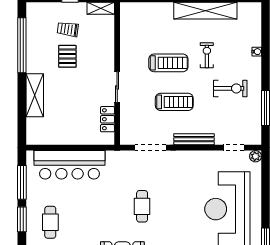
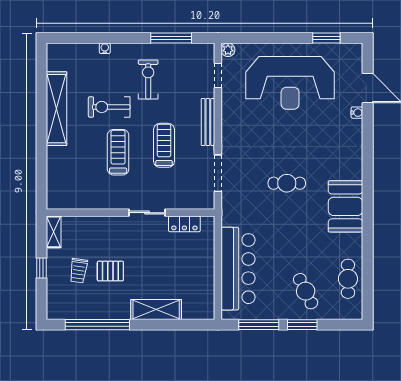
exercise bike: (207, 55) -> (109, 107), width x1.38, depth x1.39
cafe table: (50, 222) -> (306, 291), turned 64

